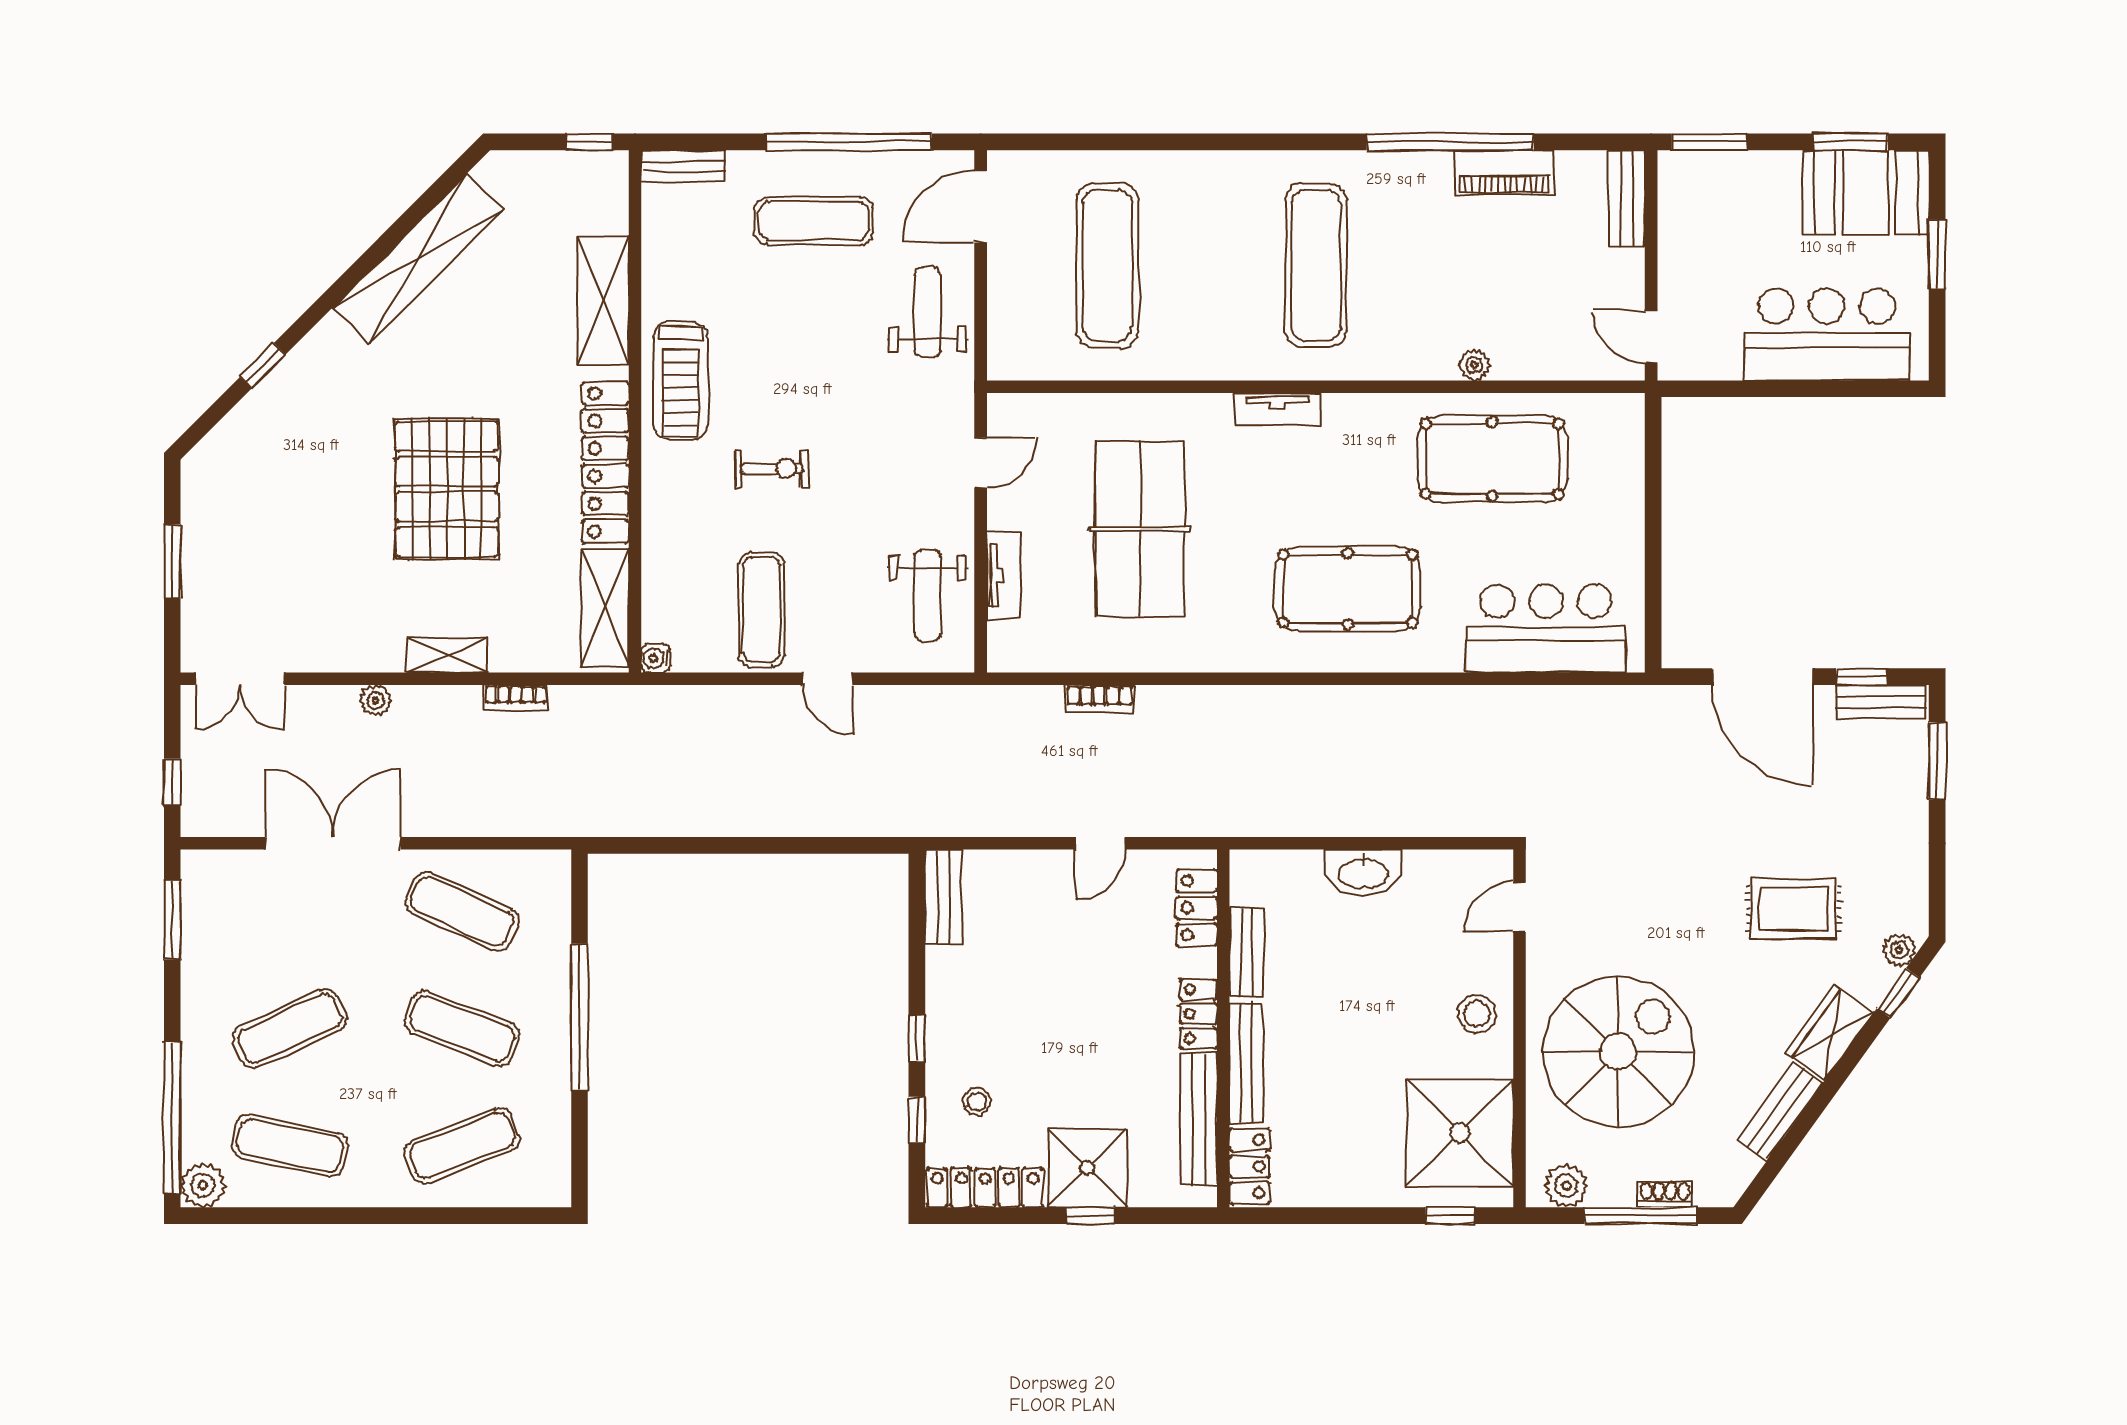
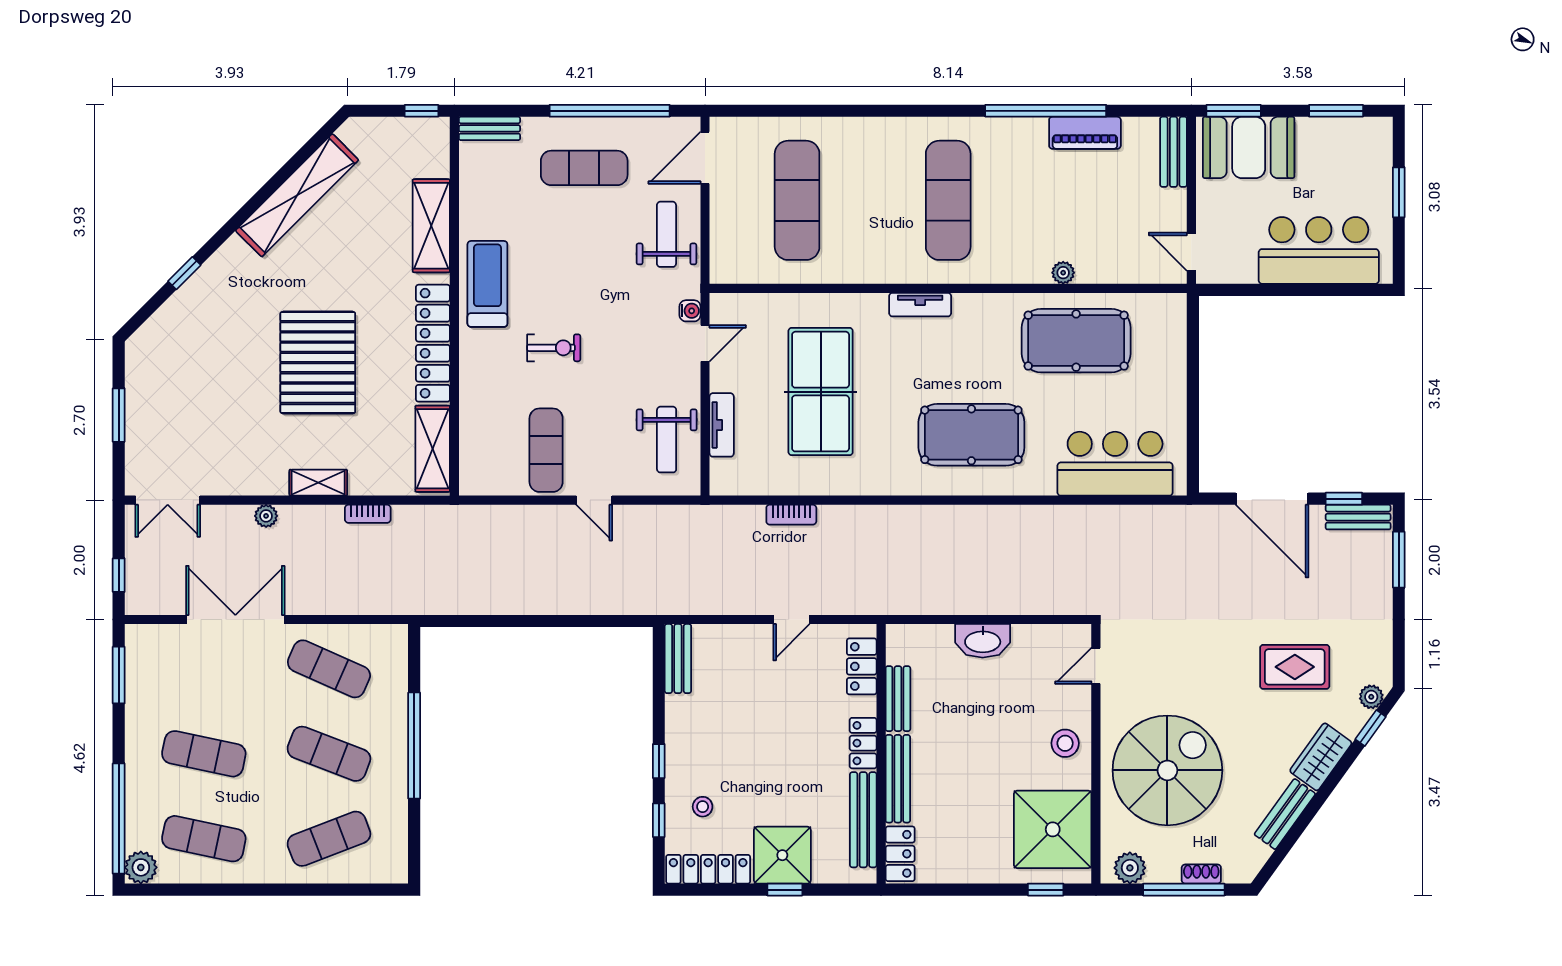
booth: (1866, 193) -> (1249, 147), moved
treadmill: (681, 381) -> (487, 284), turned 180
water cooler: (656, 658) -> (690, 311), moved, turned 180
exercise mat: (290, 1028) -> (204, 754), turned 36

